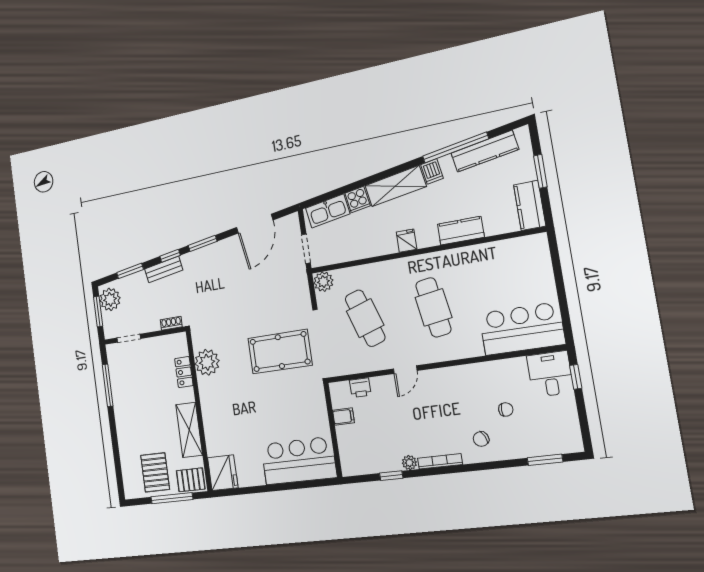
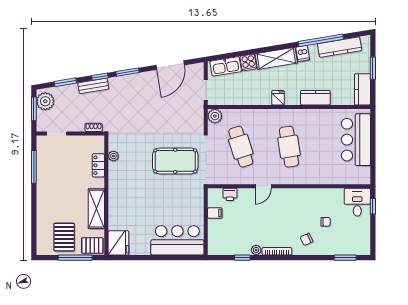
bar counter: (522, 329) -> (356, 140), moved, turned -90
plant: (207, 362) -> (113, 156), width x0.53, depth x0.53

